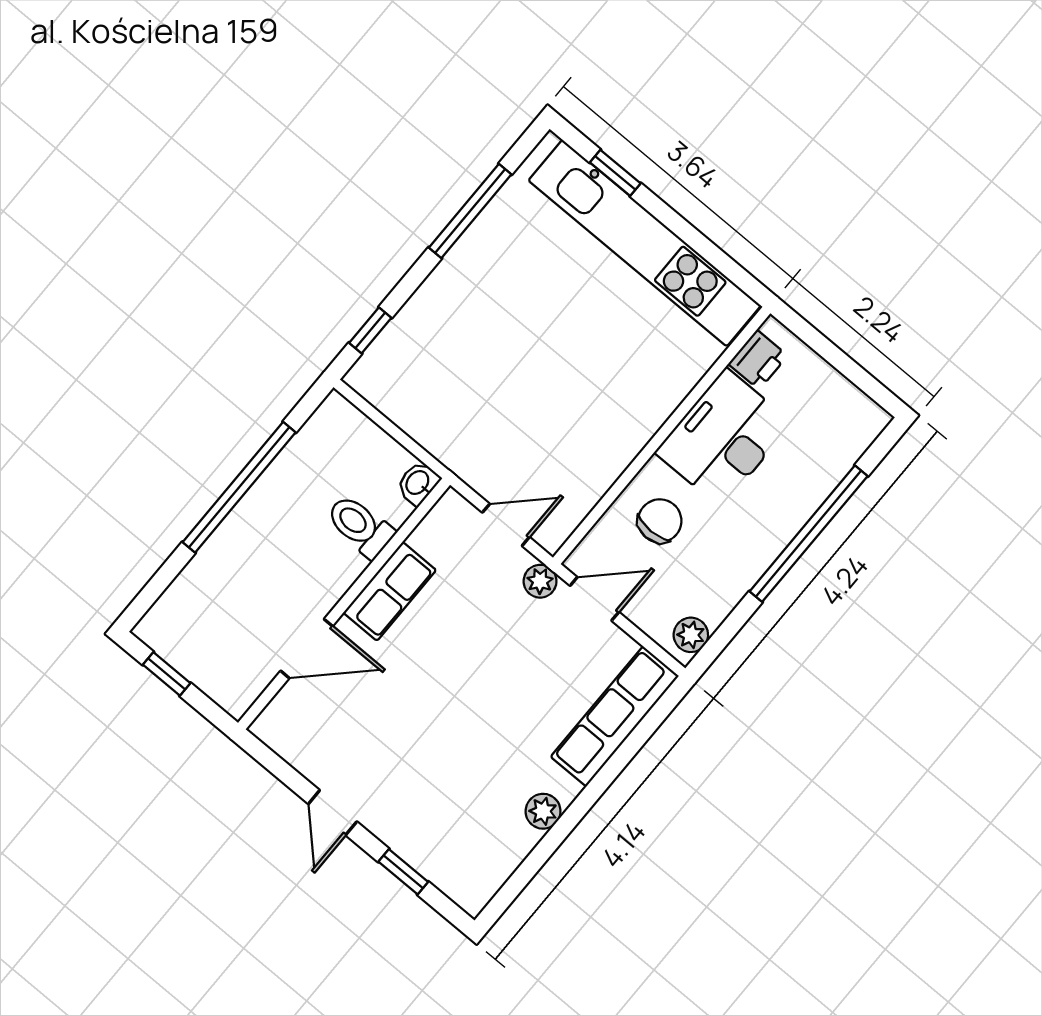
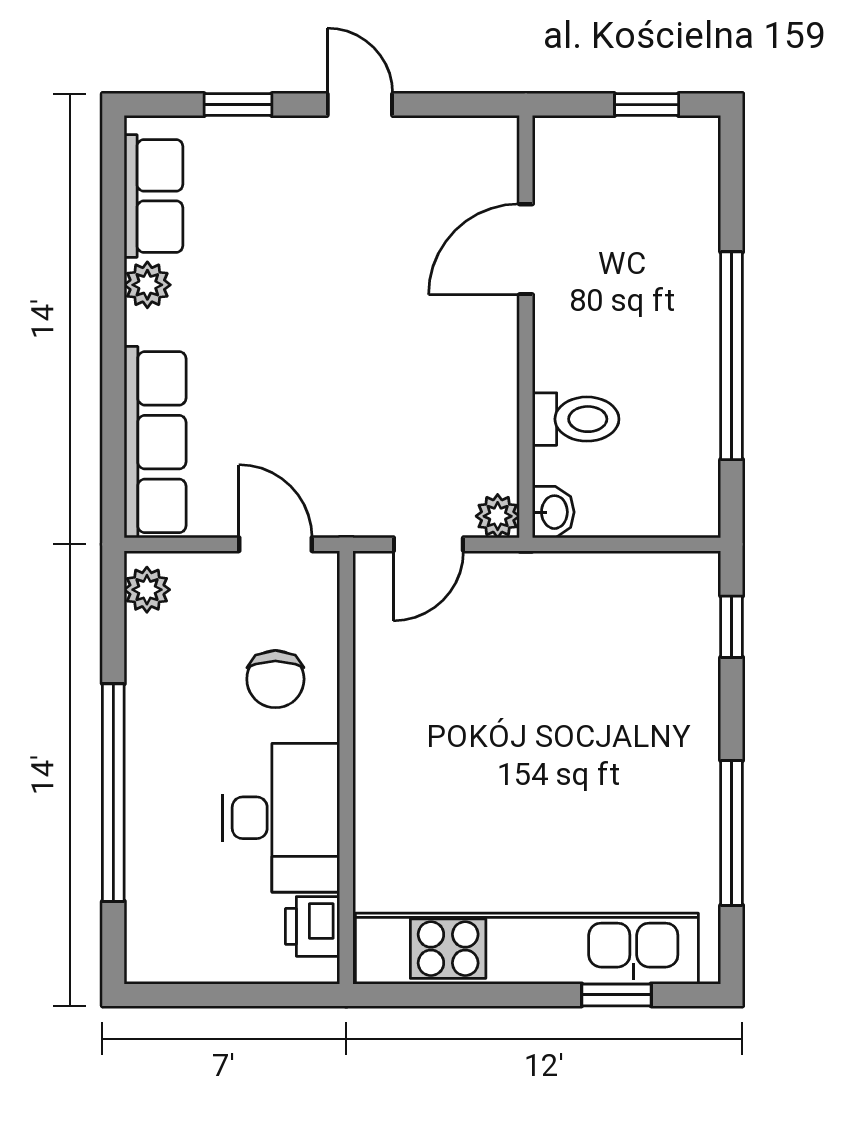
plant: (540, 581) -> (498, 516), moved
row of seats: (390, 591) -> (153, 196), moved, turned 180
door: (594, 599) -> (275, 544), swing flipped

